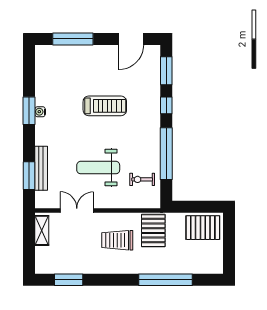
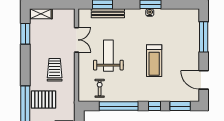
shelving: (42, 230) -> (41, 14), moved
pallet: (153, 231) -> (44, 100), moved

